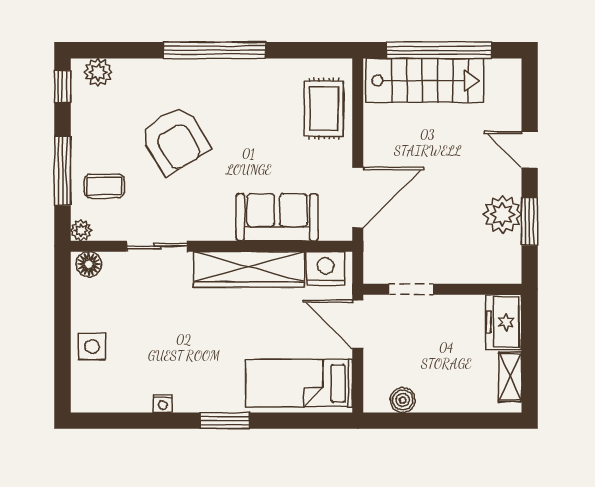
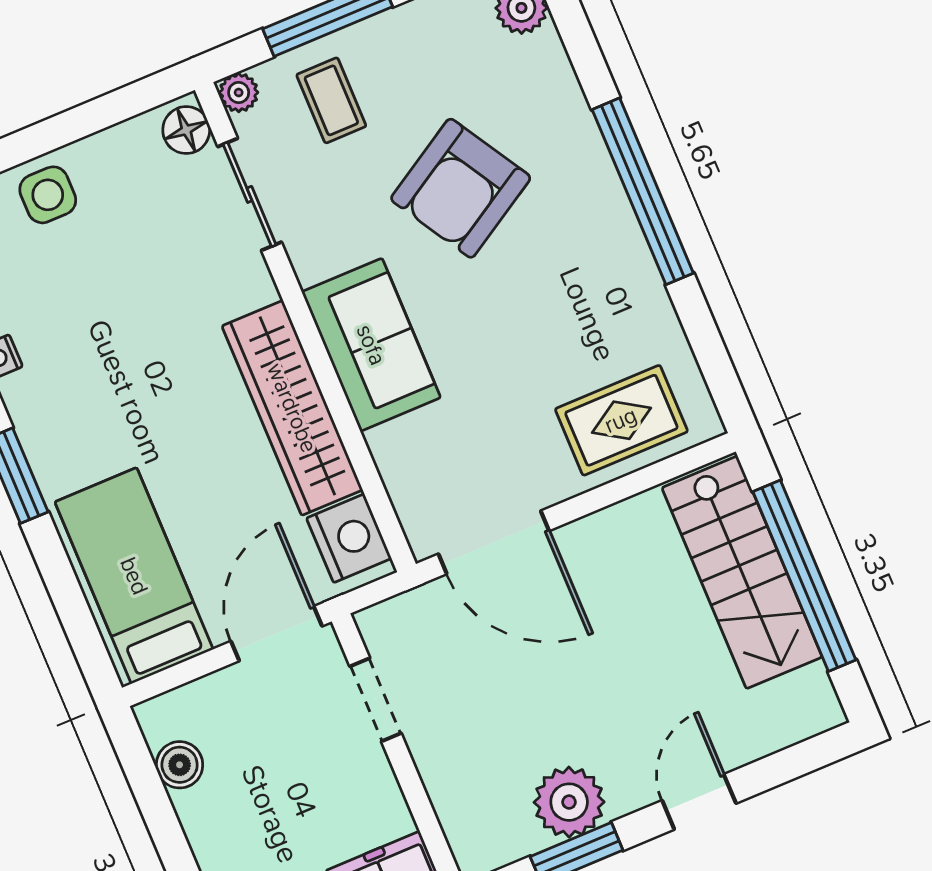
sofa: (277, 217) -> (371, 345), moved
sliding door: (157, 246) -> (250, 194), moved

